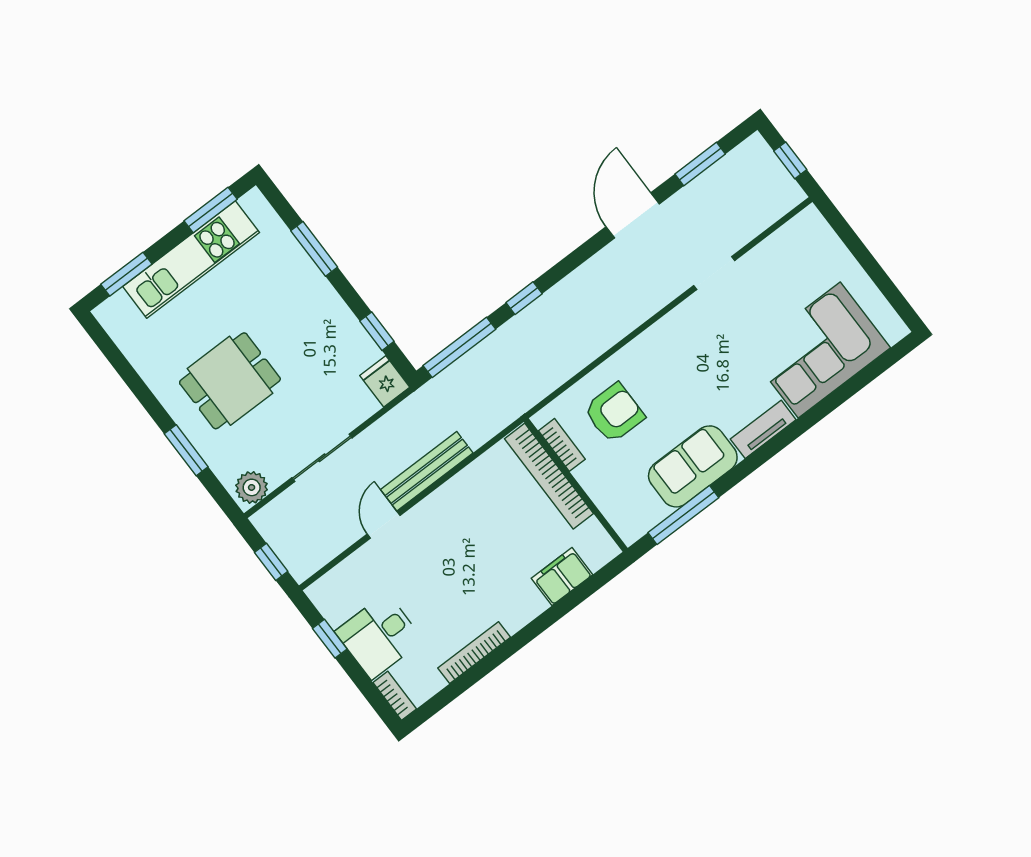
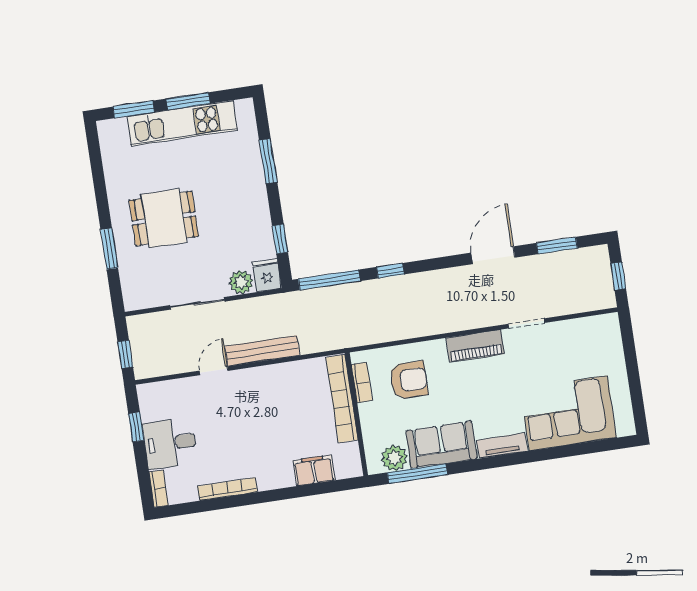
window: (211, 210) -> (188, 101), moved
piano: (669, 331) -> (475, 346), added
plant: (252, 487) -> (241, 282), moved
plant: (647, 511) -> (394, 458), added

